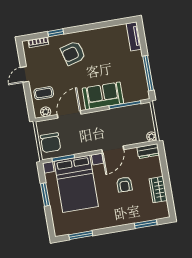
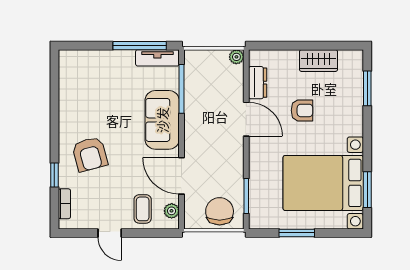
tv unit: (134, 36) -> (157, 58), moved
chair: (51, 143) -> (220, 211), turned -90
dresser: (148, 151) -> (258, 83), moved
bed with nightstands: (76, 184) -> (323, 183), moved, turned 180

